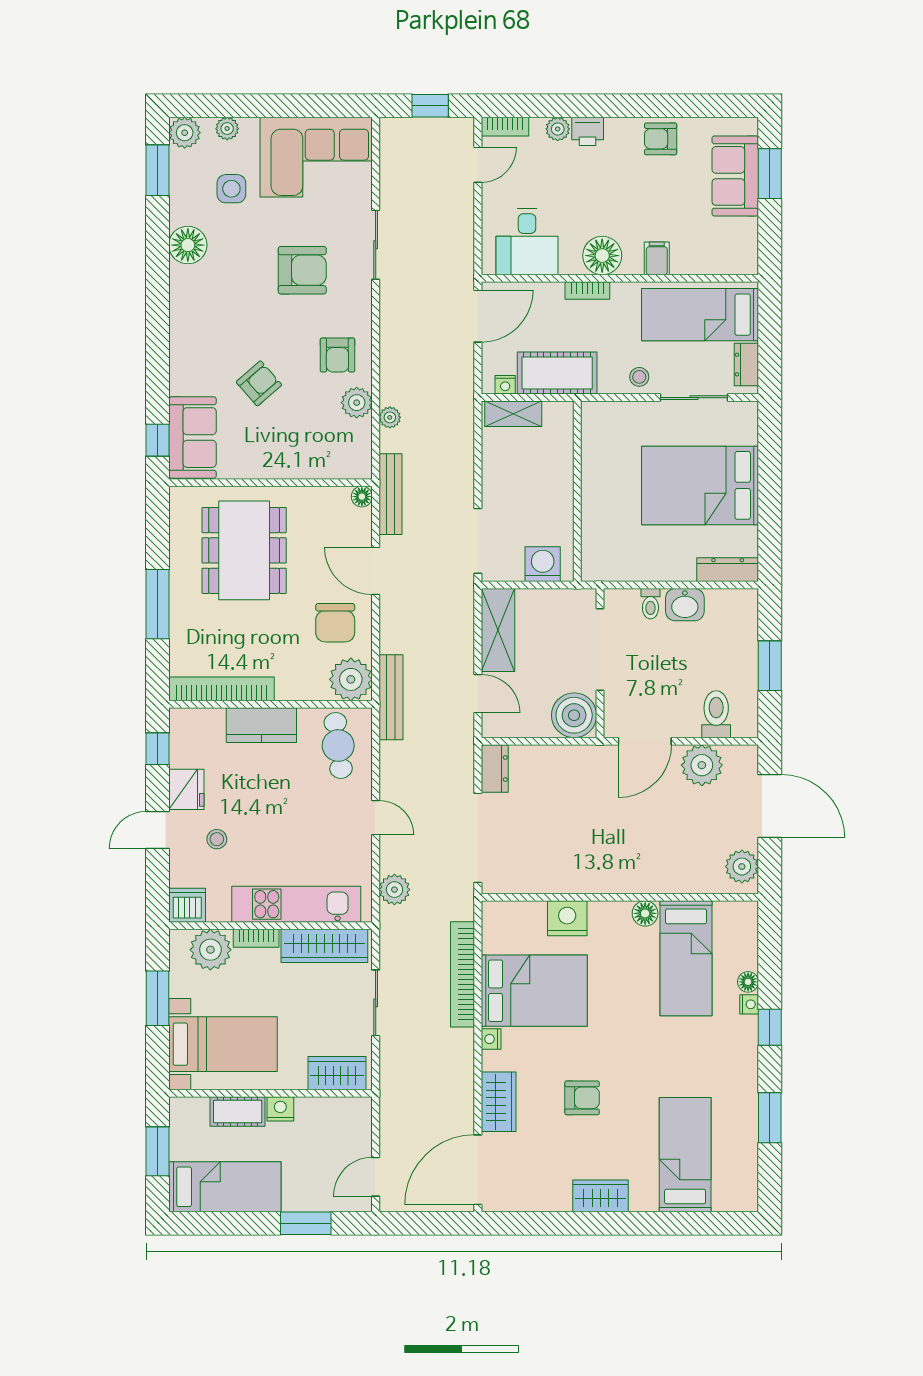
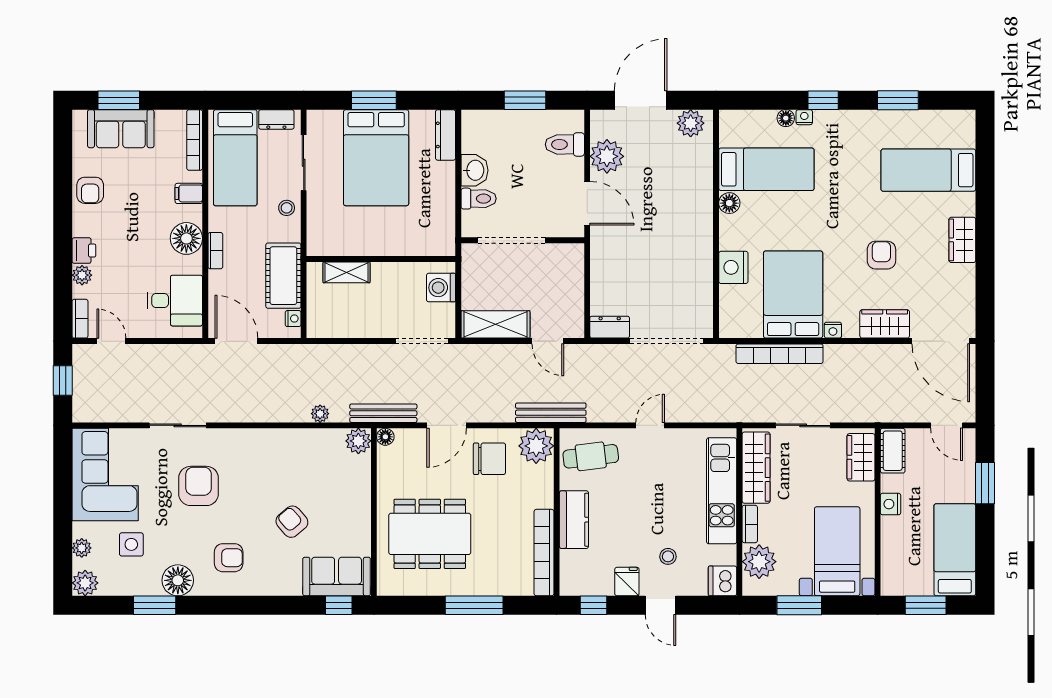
window: (158, 170) -> (155, 605), moved
bookcase: (722, 265) -> (195, 140), added
armchair: (337, 355) -> (229, 558), moved
plant: (357, 403) -> (358, 441), moved
shelving: (513, 414) -> (347, 272), moved, turned 90
window: (770, 483) -> (374, 100), added
toilet: (650, 604) -> (479, 199), width x1.37, depth x1.39
door: (478, 694) -> (548, 341), swing flipped
boiler: (574, 715) -> (566, 262), removed
fridge: (186, 789) -> (627, 582), width x0.72
plant: (394, 890) -> (710, 410), removed
cot: (238, 1111) -> (893, 451), moved

